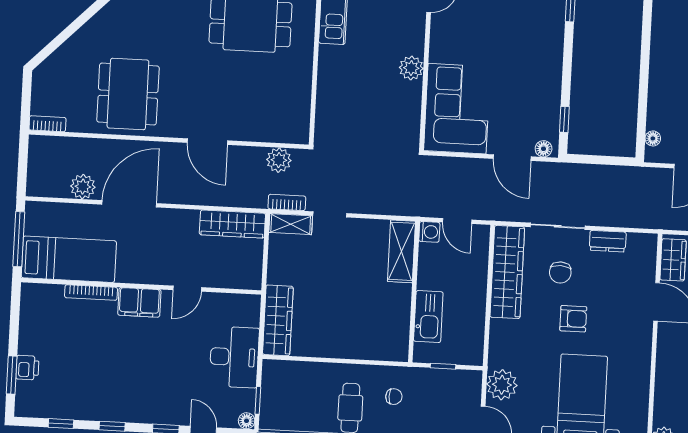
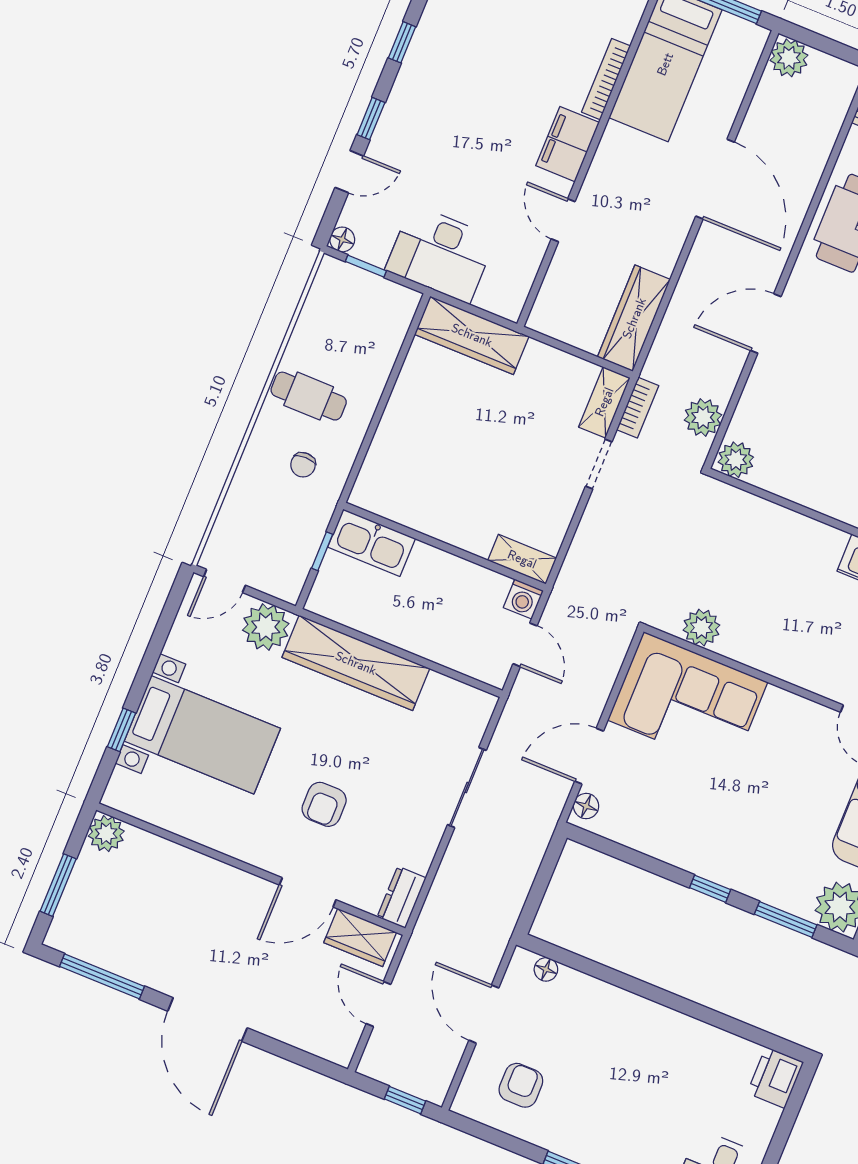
plant: (411, 68) -> (701, 628), moved
window: (564, 119) -> (710, 889), moved
plant: (298, 131) -> (736, 460), added
plant: (83, 187) -> (789, 58), moved
door: (457, 221) -> (525, 645), swing flipped
dresser: (608, 241) -> (402, 897), moved
shelving: (401, 251) -> (522, 559), width x0.67, depth x0.75
wardrobe: (507, 272) -> (356, 663), moved
chair: (560, 272) -> (399, 768), removed
kitchen sink: (428, 317) -> (372, 543), moved
armchair: (573, 319) -> (324, 804), moved

